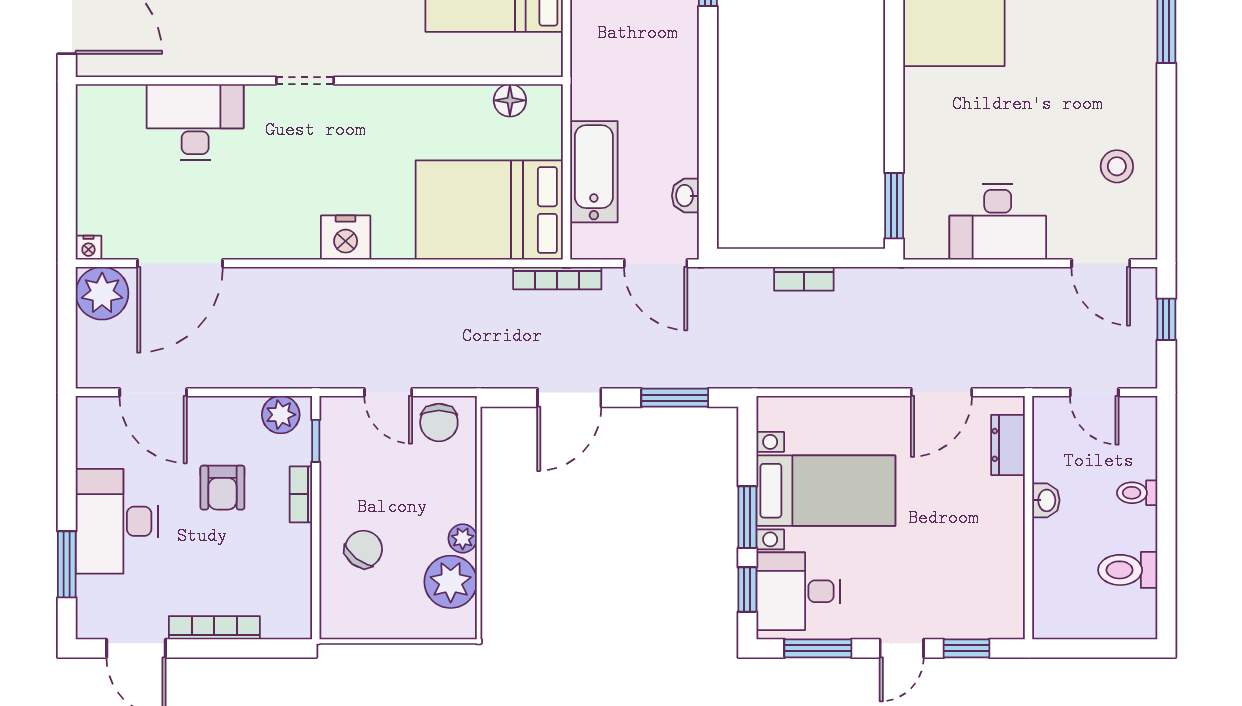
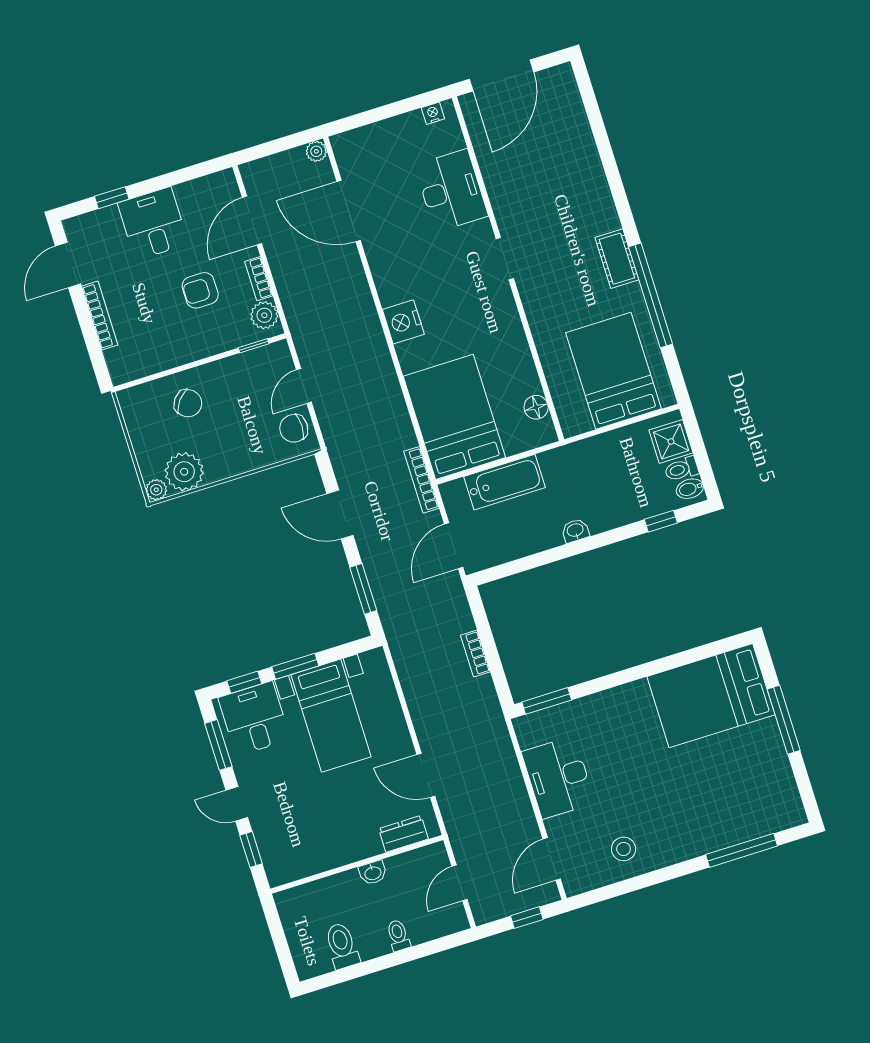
washbasin: (685, 196) -> (575, 531), moved
nightstand: (88, 248) -> (433, 113), moved, turned 90
plant: (102, 293) -> (316, 151), width x0.53, depth x0.53
bookcase: (301, 494) -> (259, 279), moved, turned -90
desk: (117, 521) -> (153, 223), width x0.73
plant: (463, 538) -> (156, 490), moved
window: (67, 564) -> (112, 198), width x0.67

